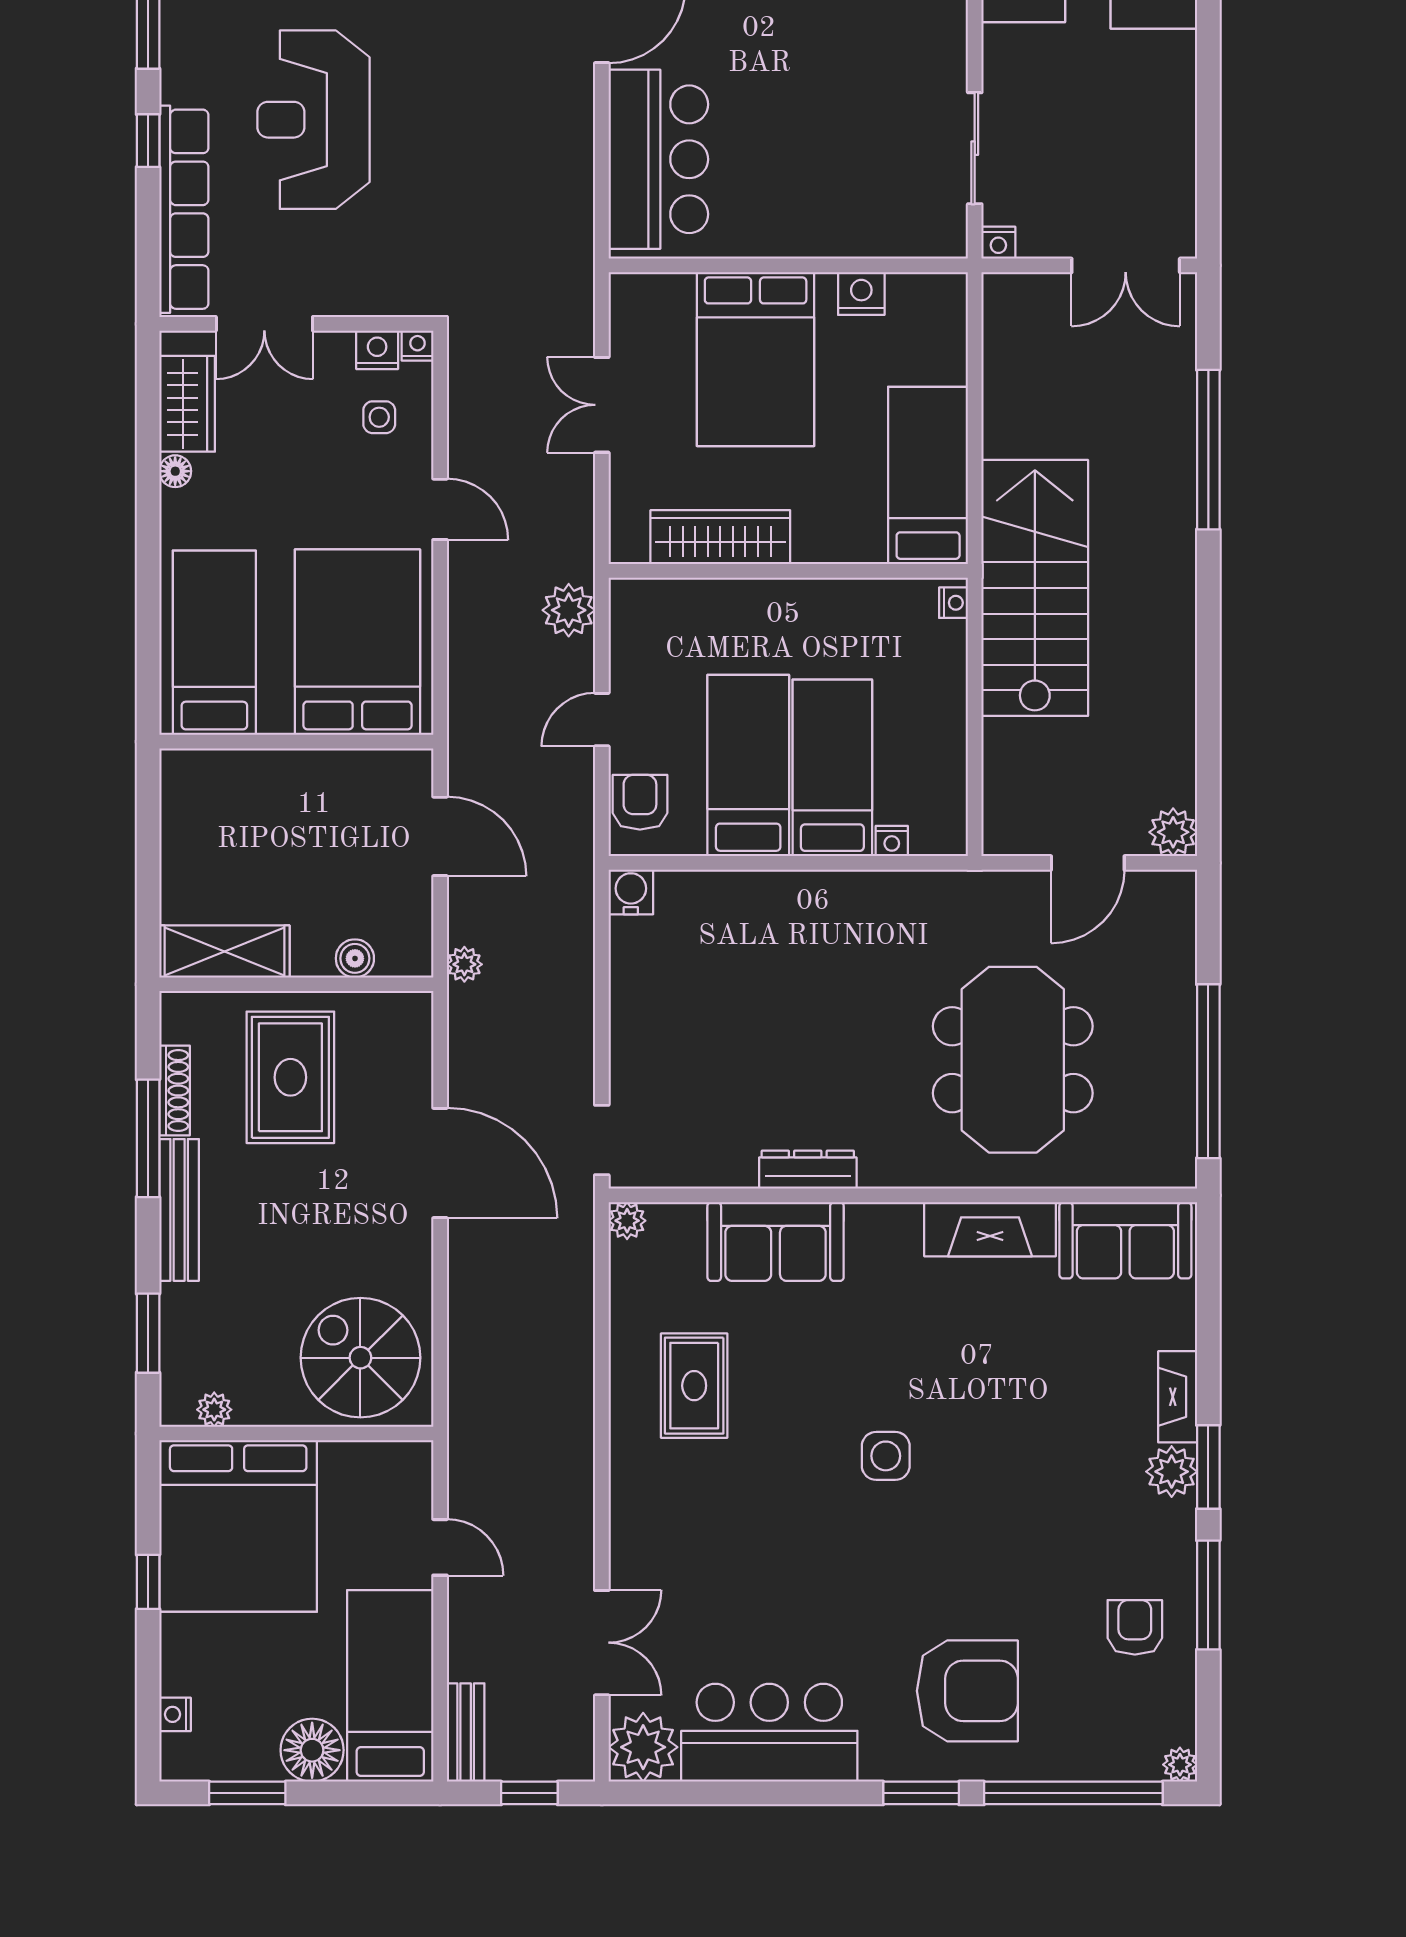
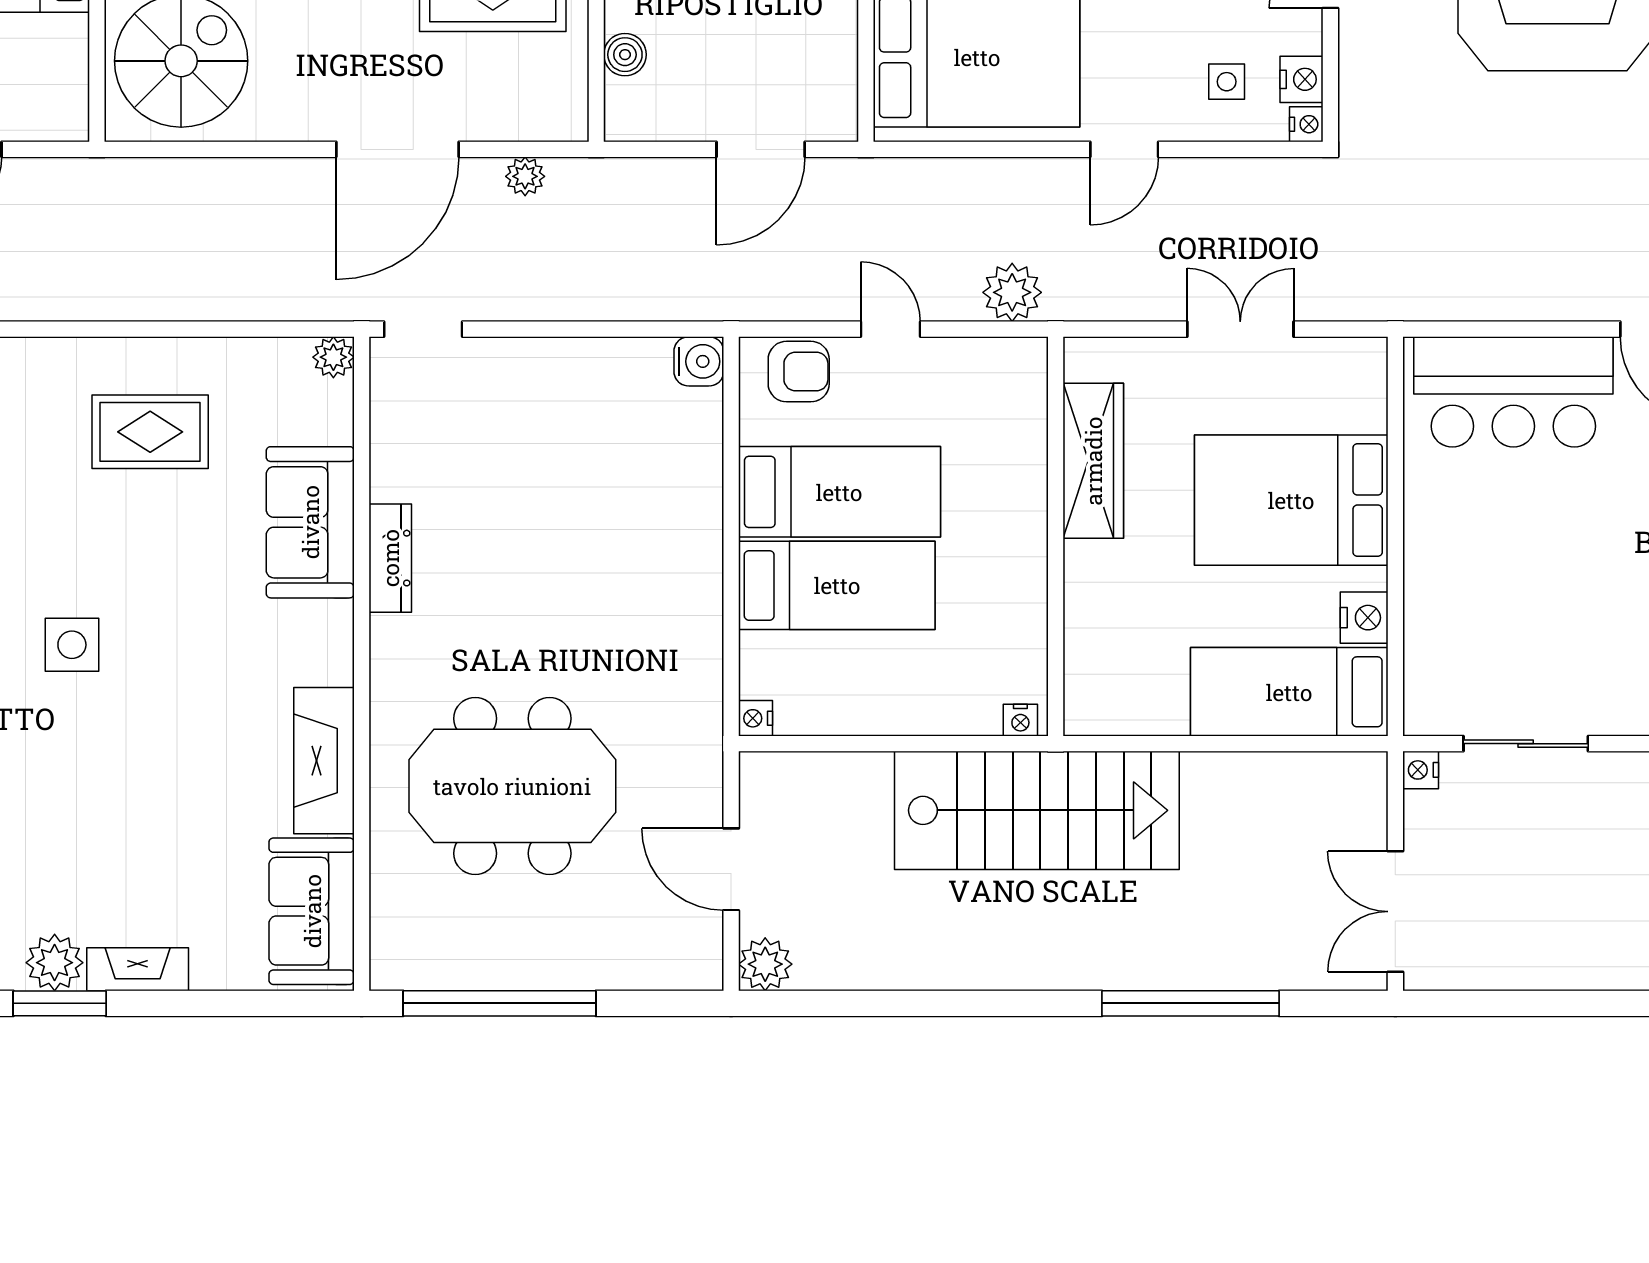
bed: (928, 475) -> (1289, 692), moved, turned 180
nightstand: (892, 841) -> (755, 718), moved
plant: (464, 964) -> (525, 176), moved

